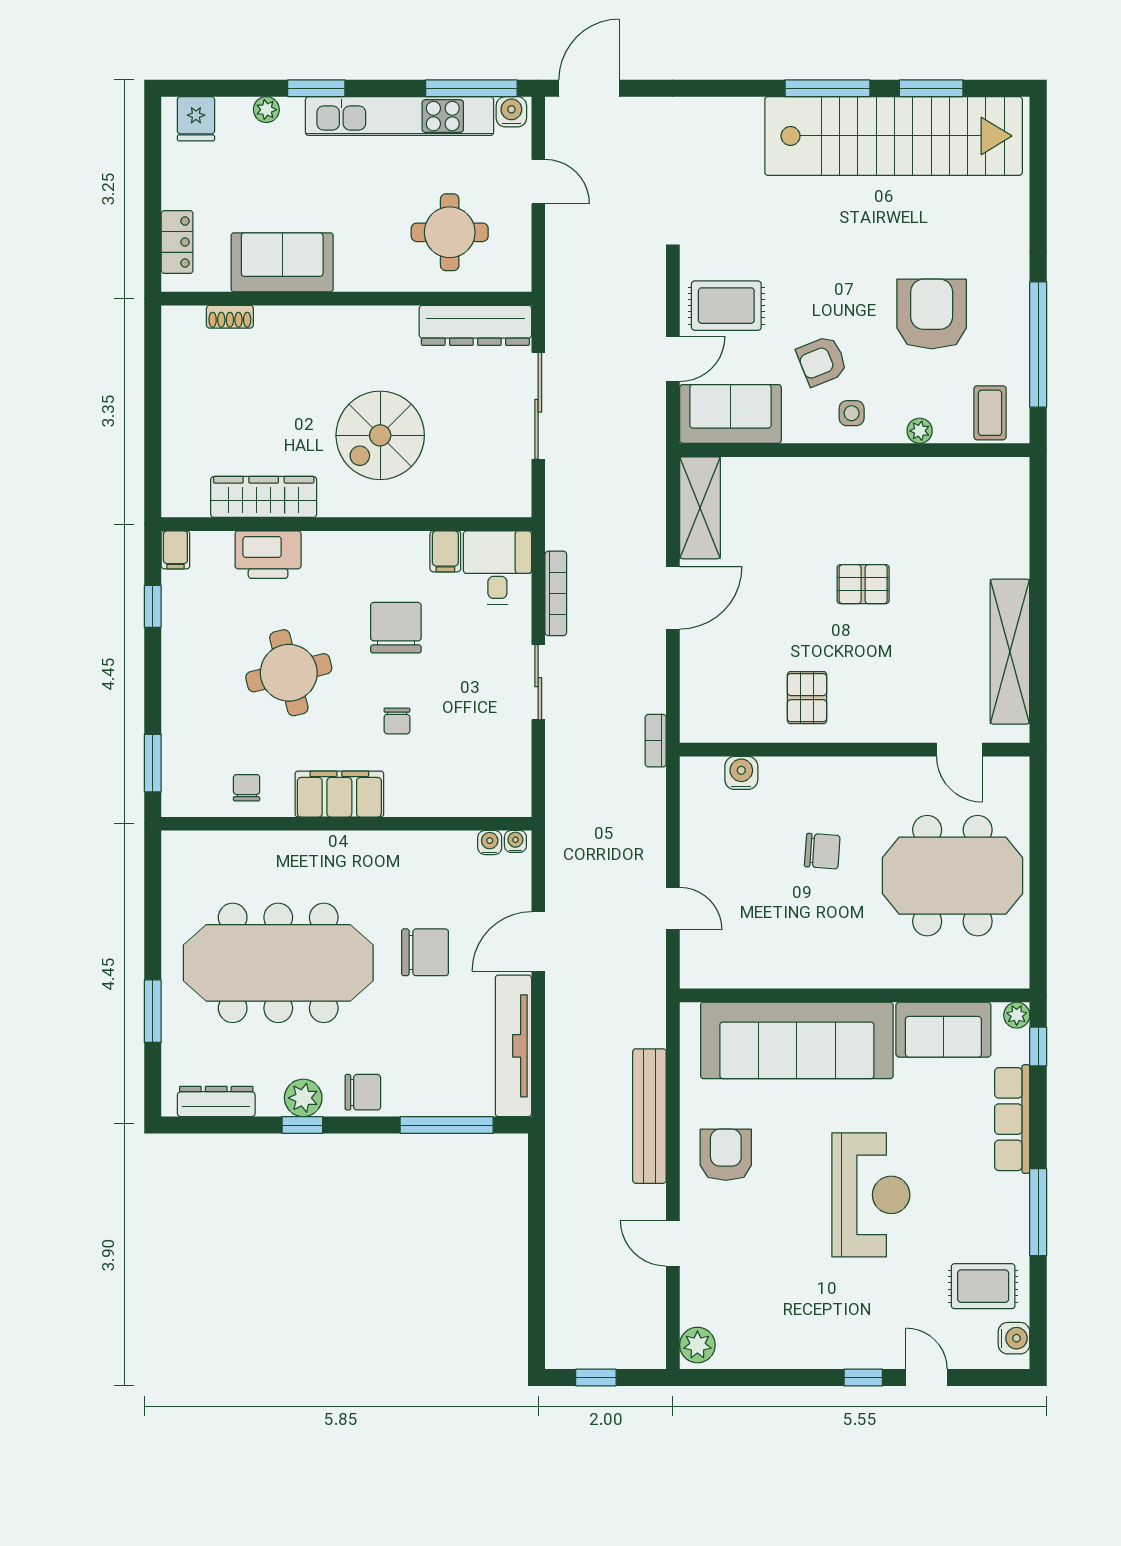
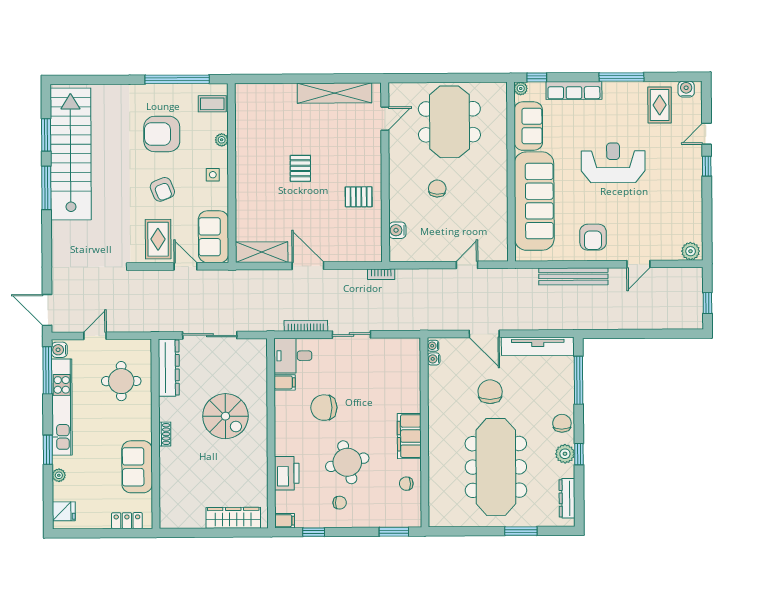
shoe rack: (230, 317) -> (165, 434), moved
armchair: (822, 361) -> (162, 189), moved
wardrobe: (264, 497) -> (233, 518), moved, turned 90
chair: (397, 721) -> (340, 503), moved
armchair: (726, 1155) -> (593, 237), turned -90

